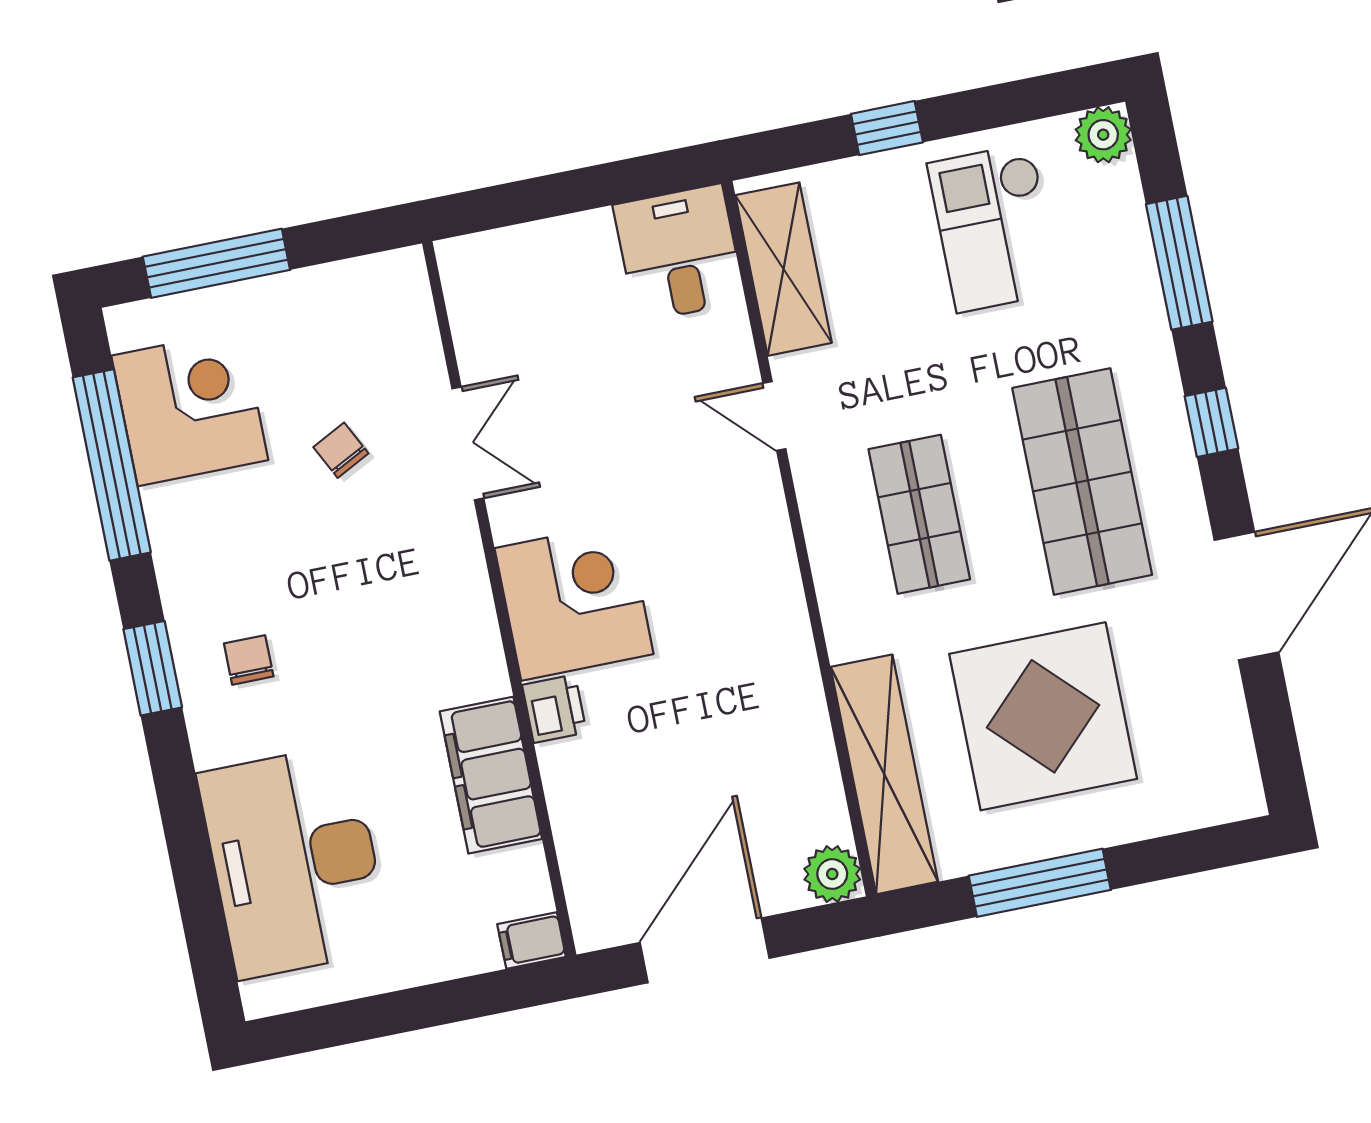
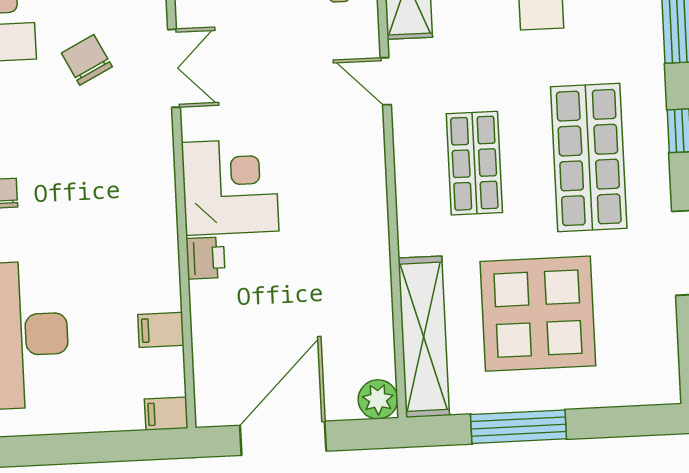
chair: (341, 450) -> (87, 60), width x1.37, depth x1.37
filing cabinet: (491, 775) -> (161, 330), width x0.33, depth x0.86

